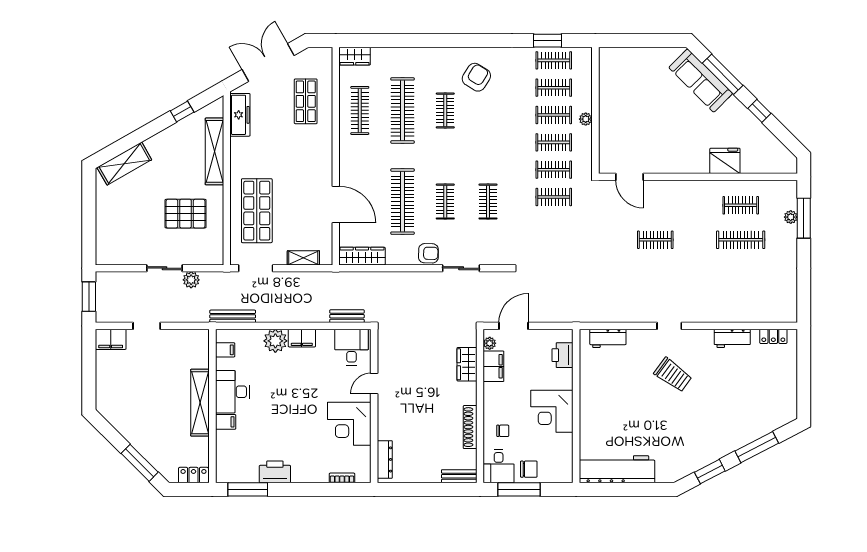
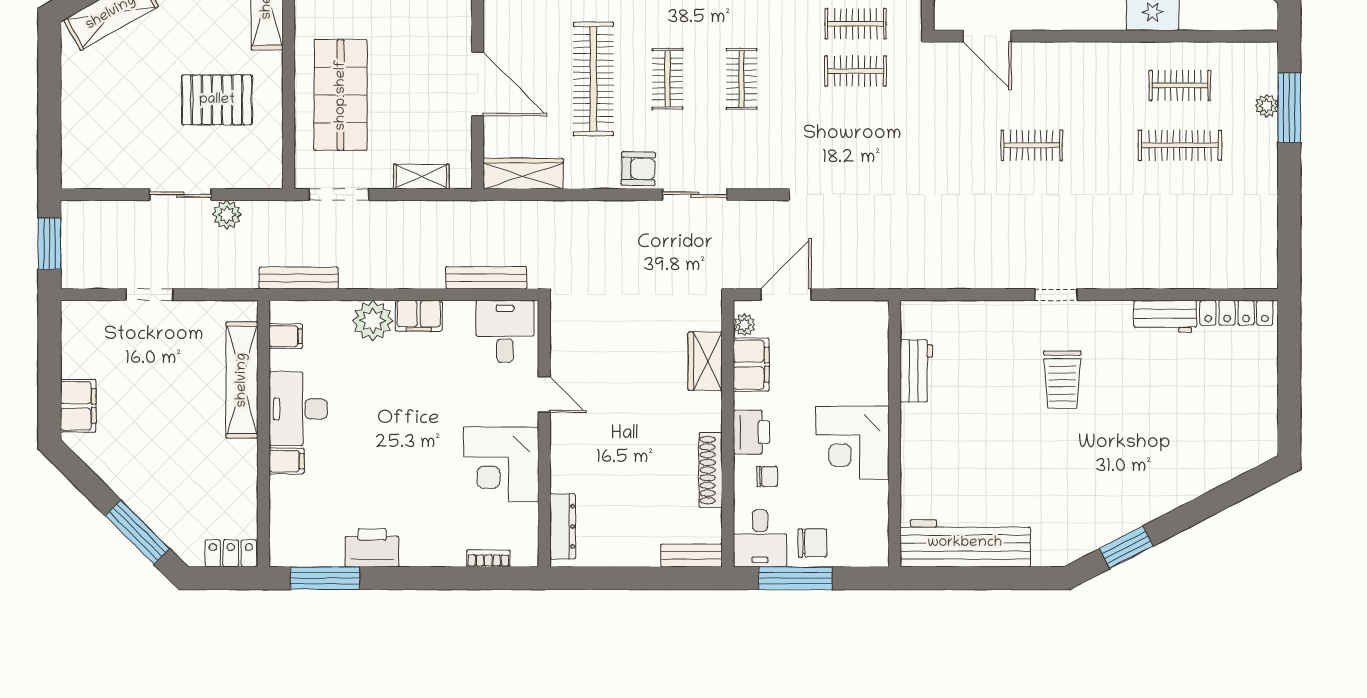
bench: (347, 316) -> (486, 278), width x1.36
locker: (773, 336) -> (1237, 313), width x1.53
workbench: (608, 338) -> (916, 371), moved, turned -90
filing cabinet: (111, 339) -> (78, 406), moved, turned -90
printer: (563, 355) -> (751, 432), moved, turned 180
trolley: (673, 375) -> (1062, 379), turned 54
door: (374, 384) -> (544, 395), swing flipped
shelving: (200, 403) -> (242, 380), moved
window: (757, 447) -> (1208, 505), removed

